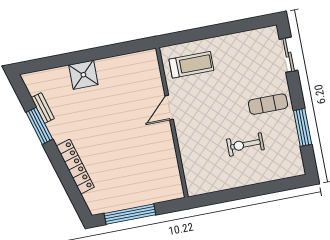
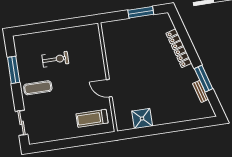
shower: (83, 75) -> (142, 119), moved
door: (169, 107) -> (109, 88), swing flipped
window: (130, 214) -> (141, 12), width x0.68

